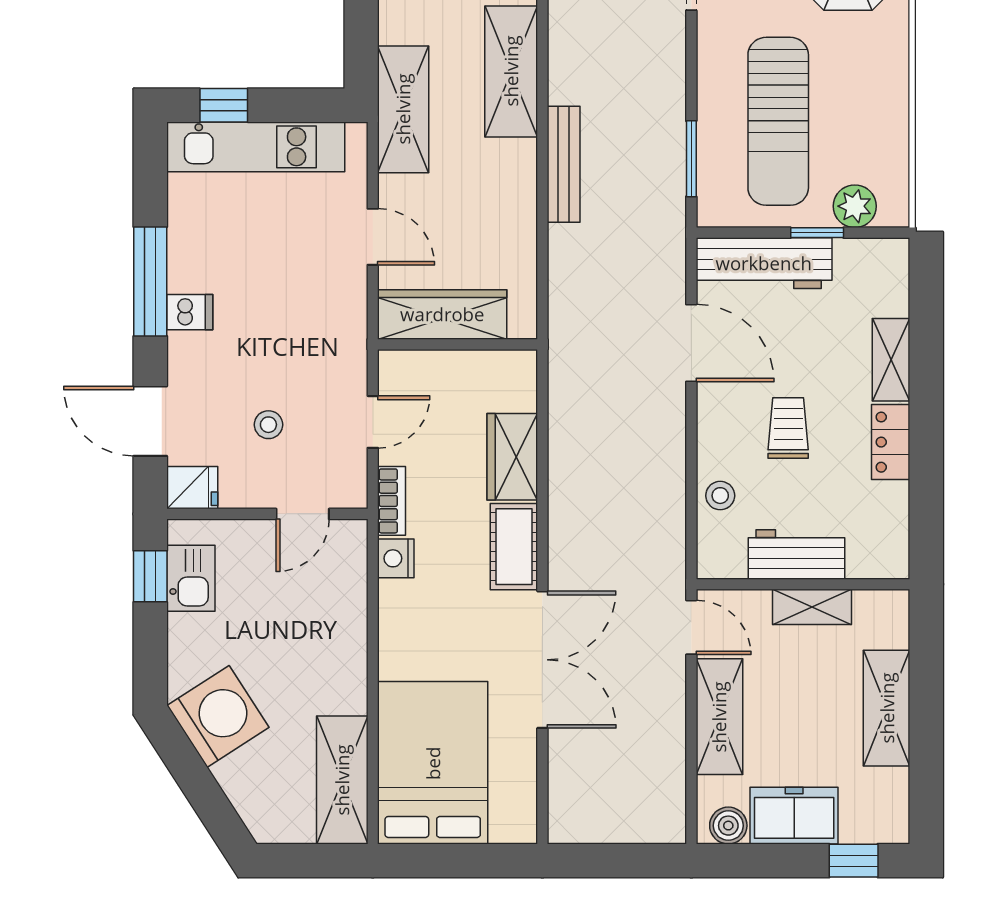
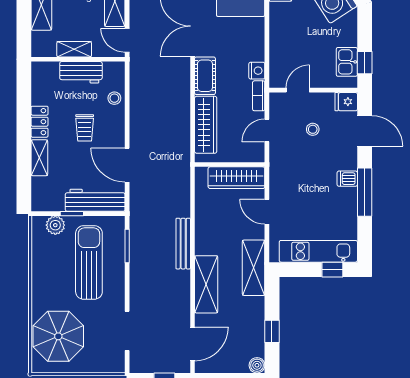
wardrobe: (512, 457) -> (206, 125), width x1.50

